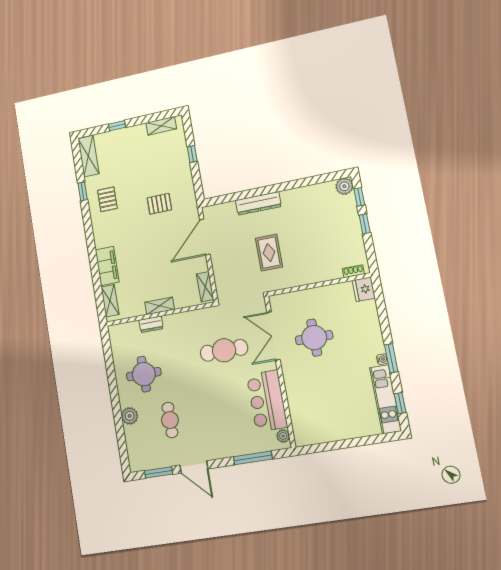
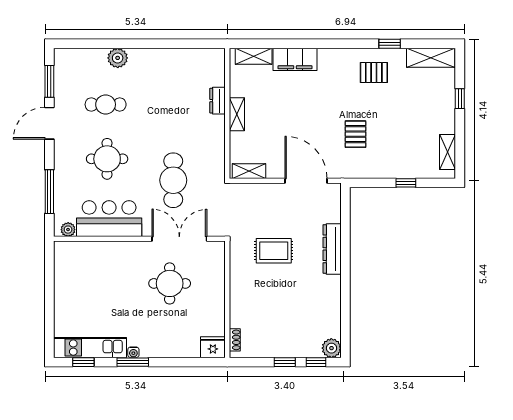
round table: (144, 374) -> (107, 159), moved

